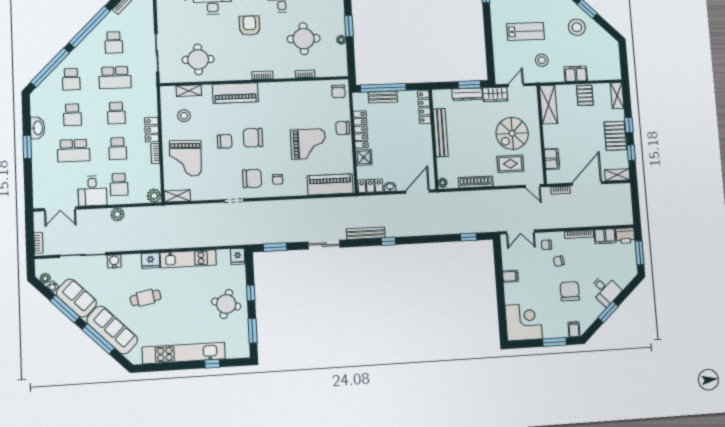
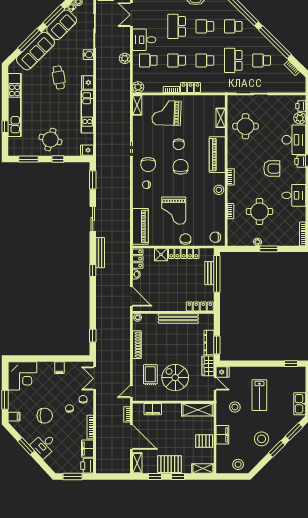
stool: (609, 54) -> (238, 464), added
fridge: (501, 76) -> (223, 372), added
stool: (184, 116) -> (219, 190), moved

